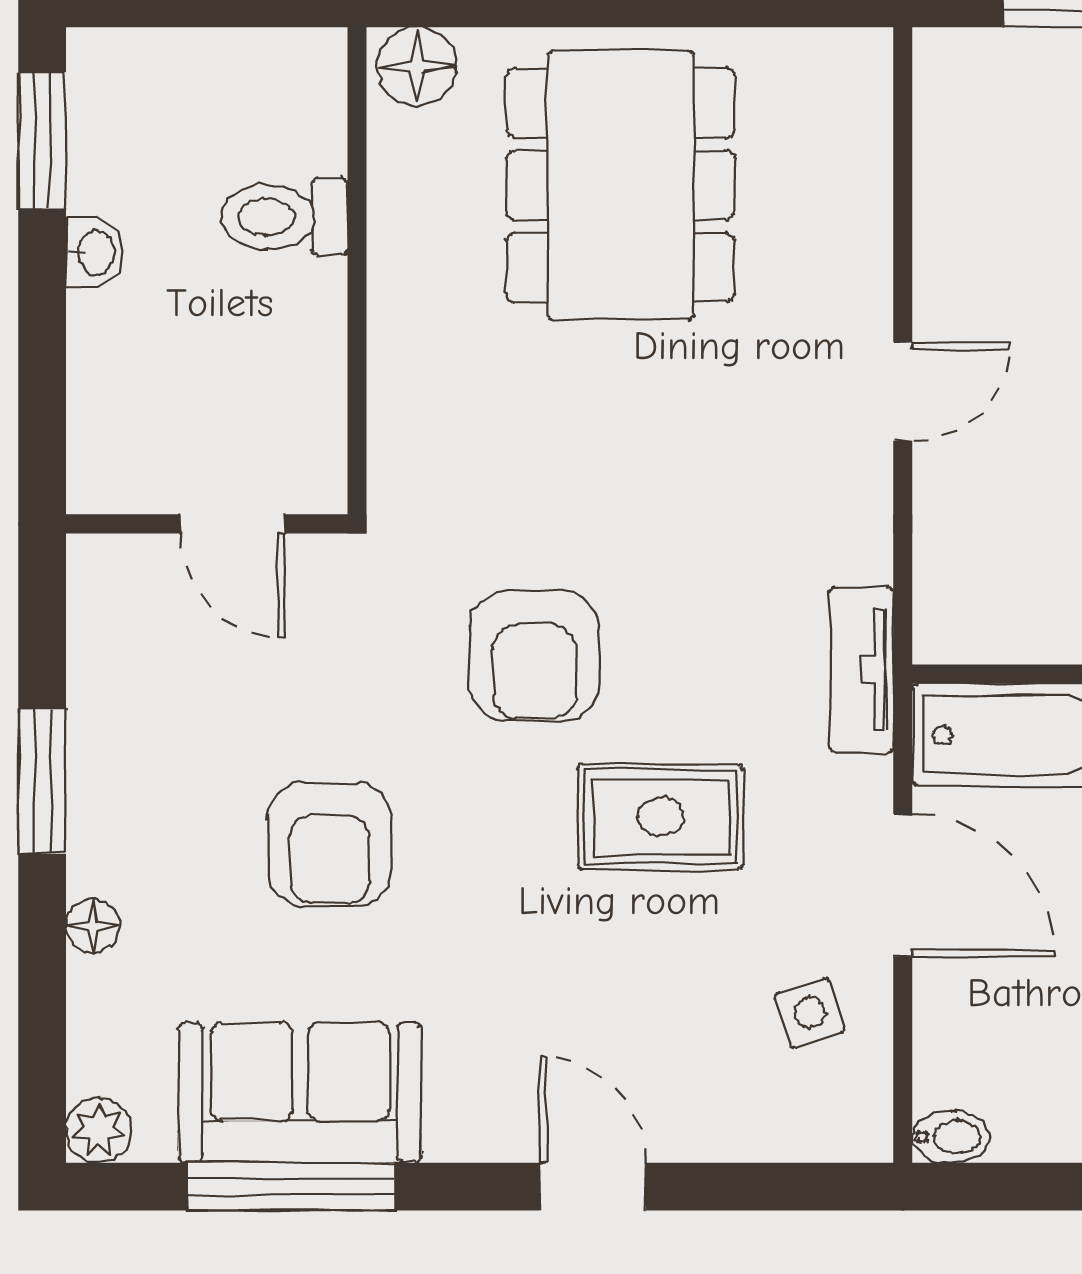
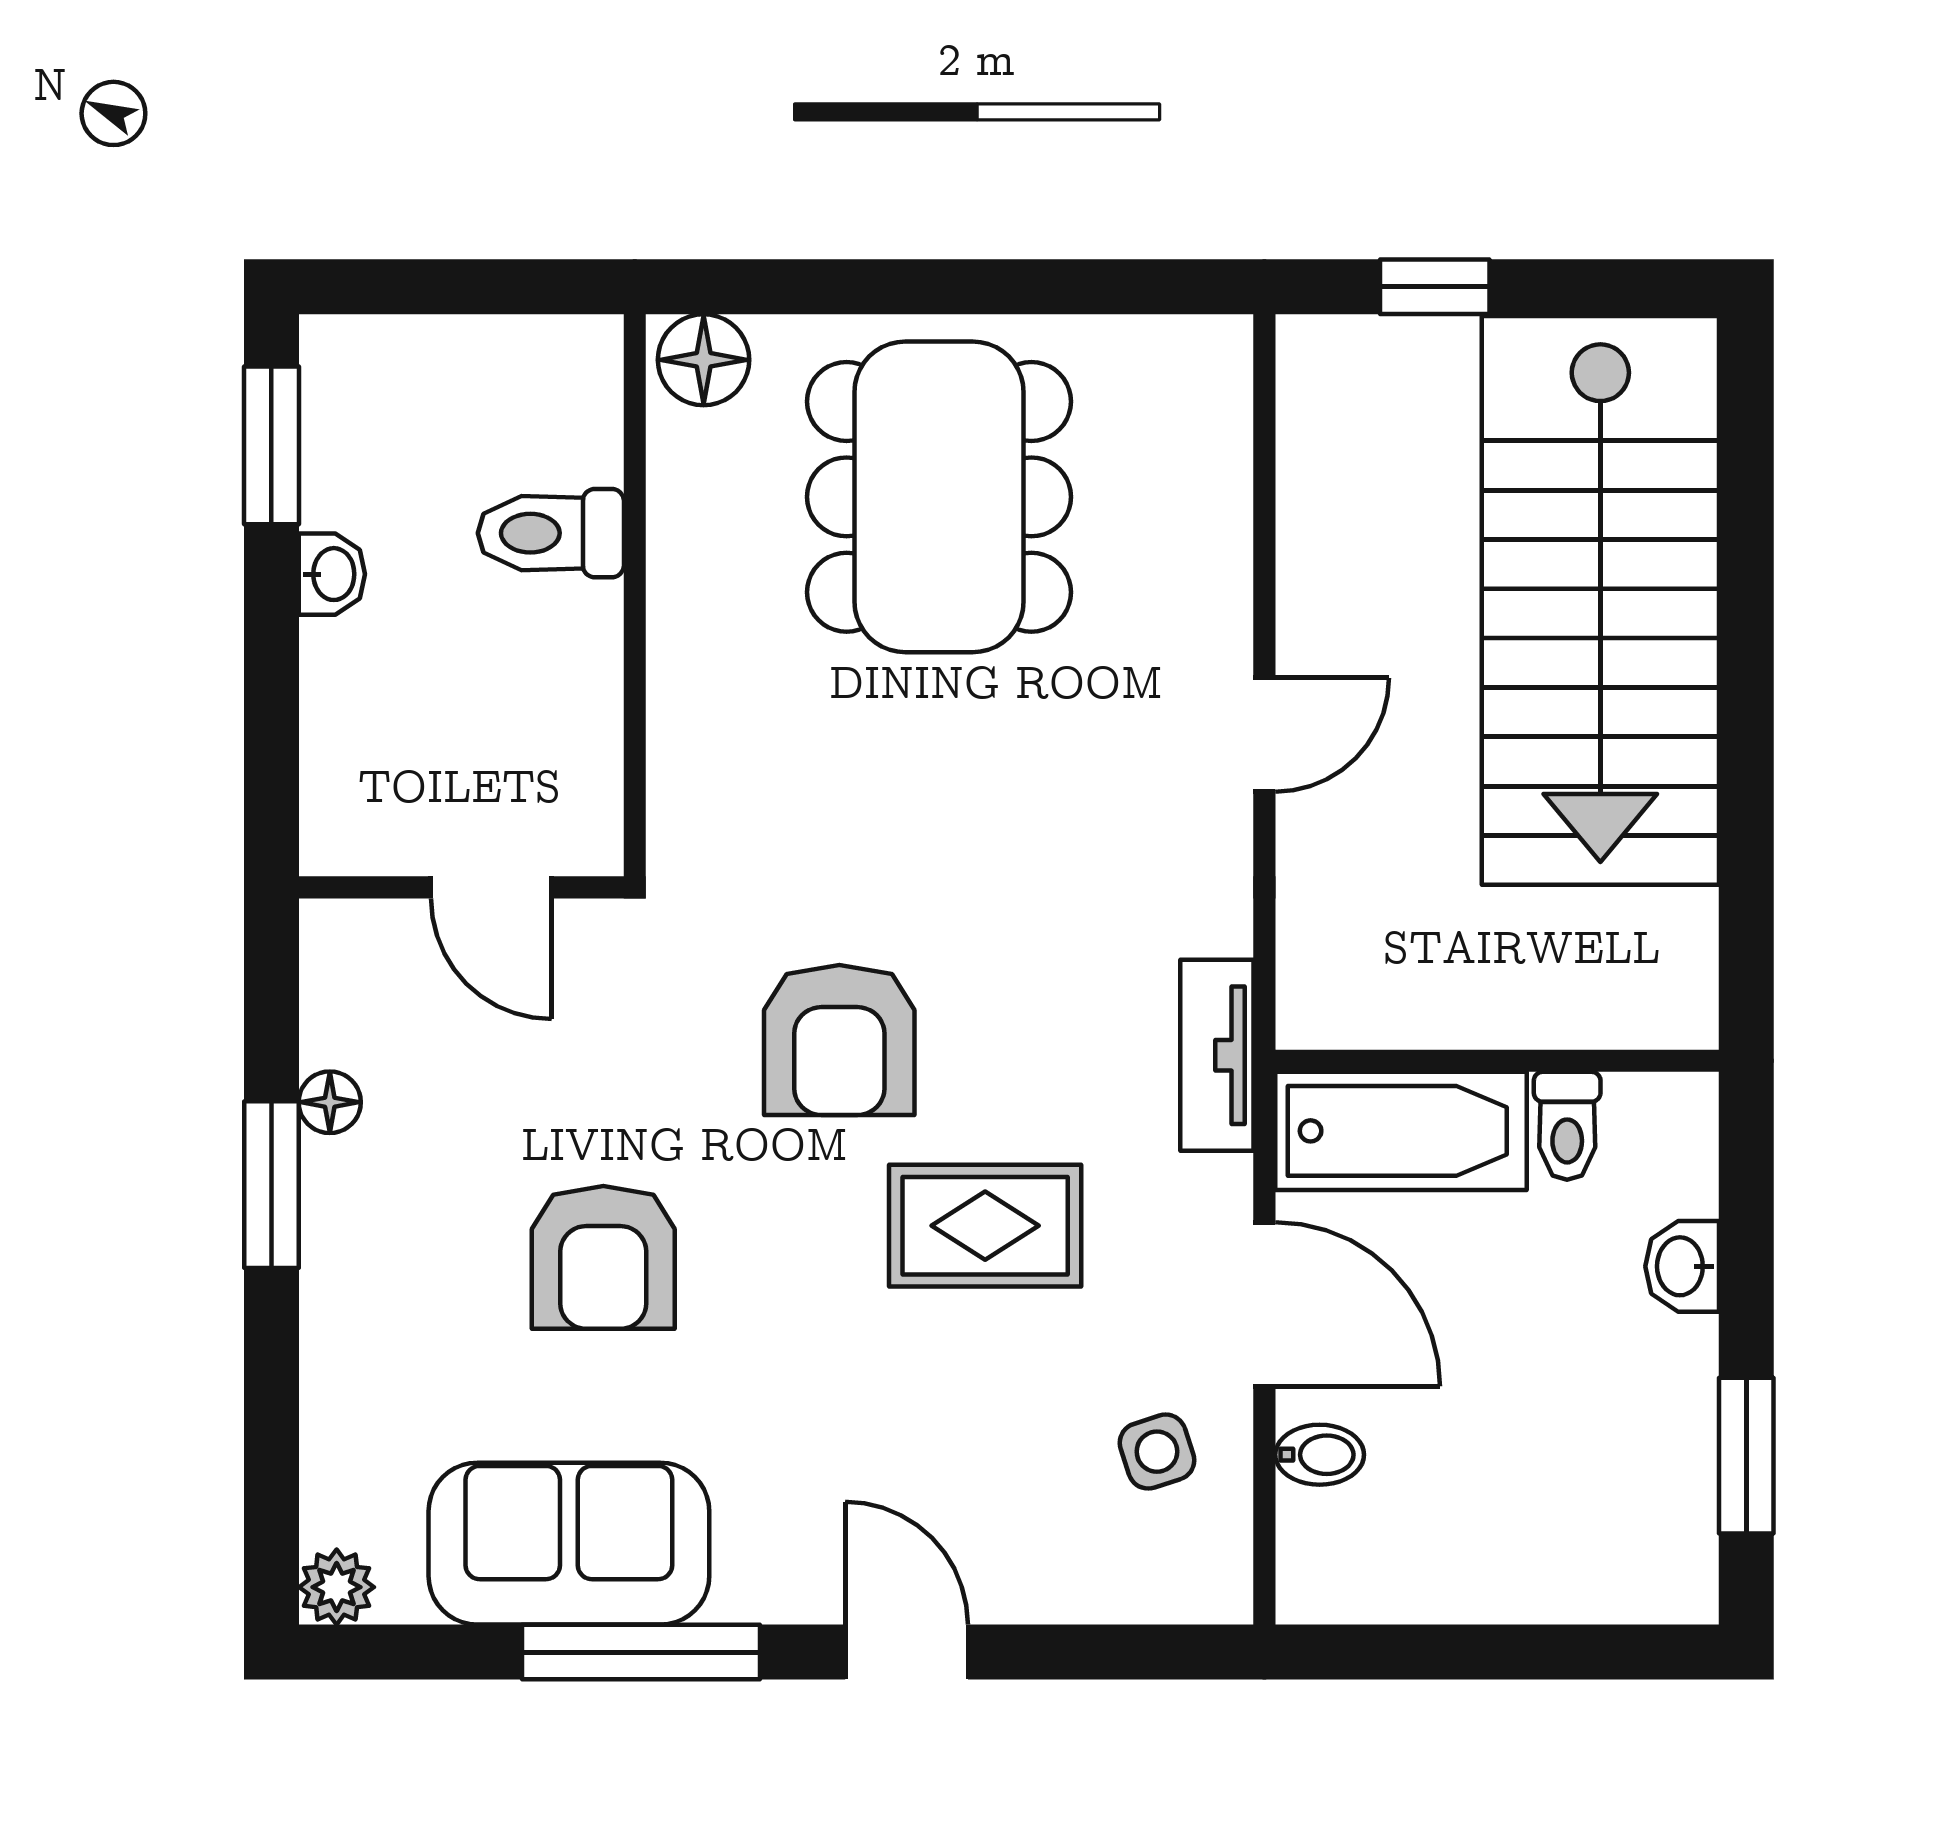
floor lamp: (93, 926) -> (330, 1102), moved
bidet: (951, 1137) -> (1320, 1455), moved
window: (291, 1187) -> (641, 1652), moved

